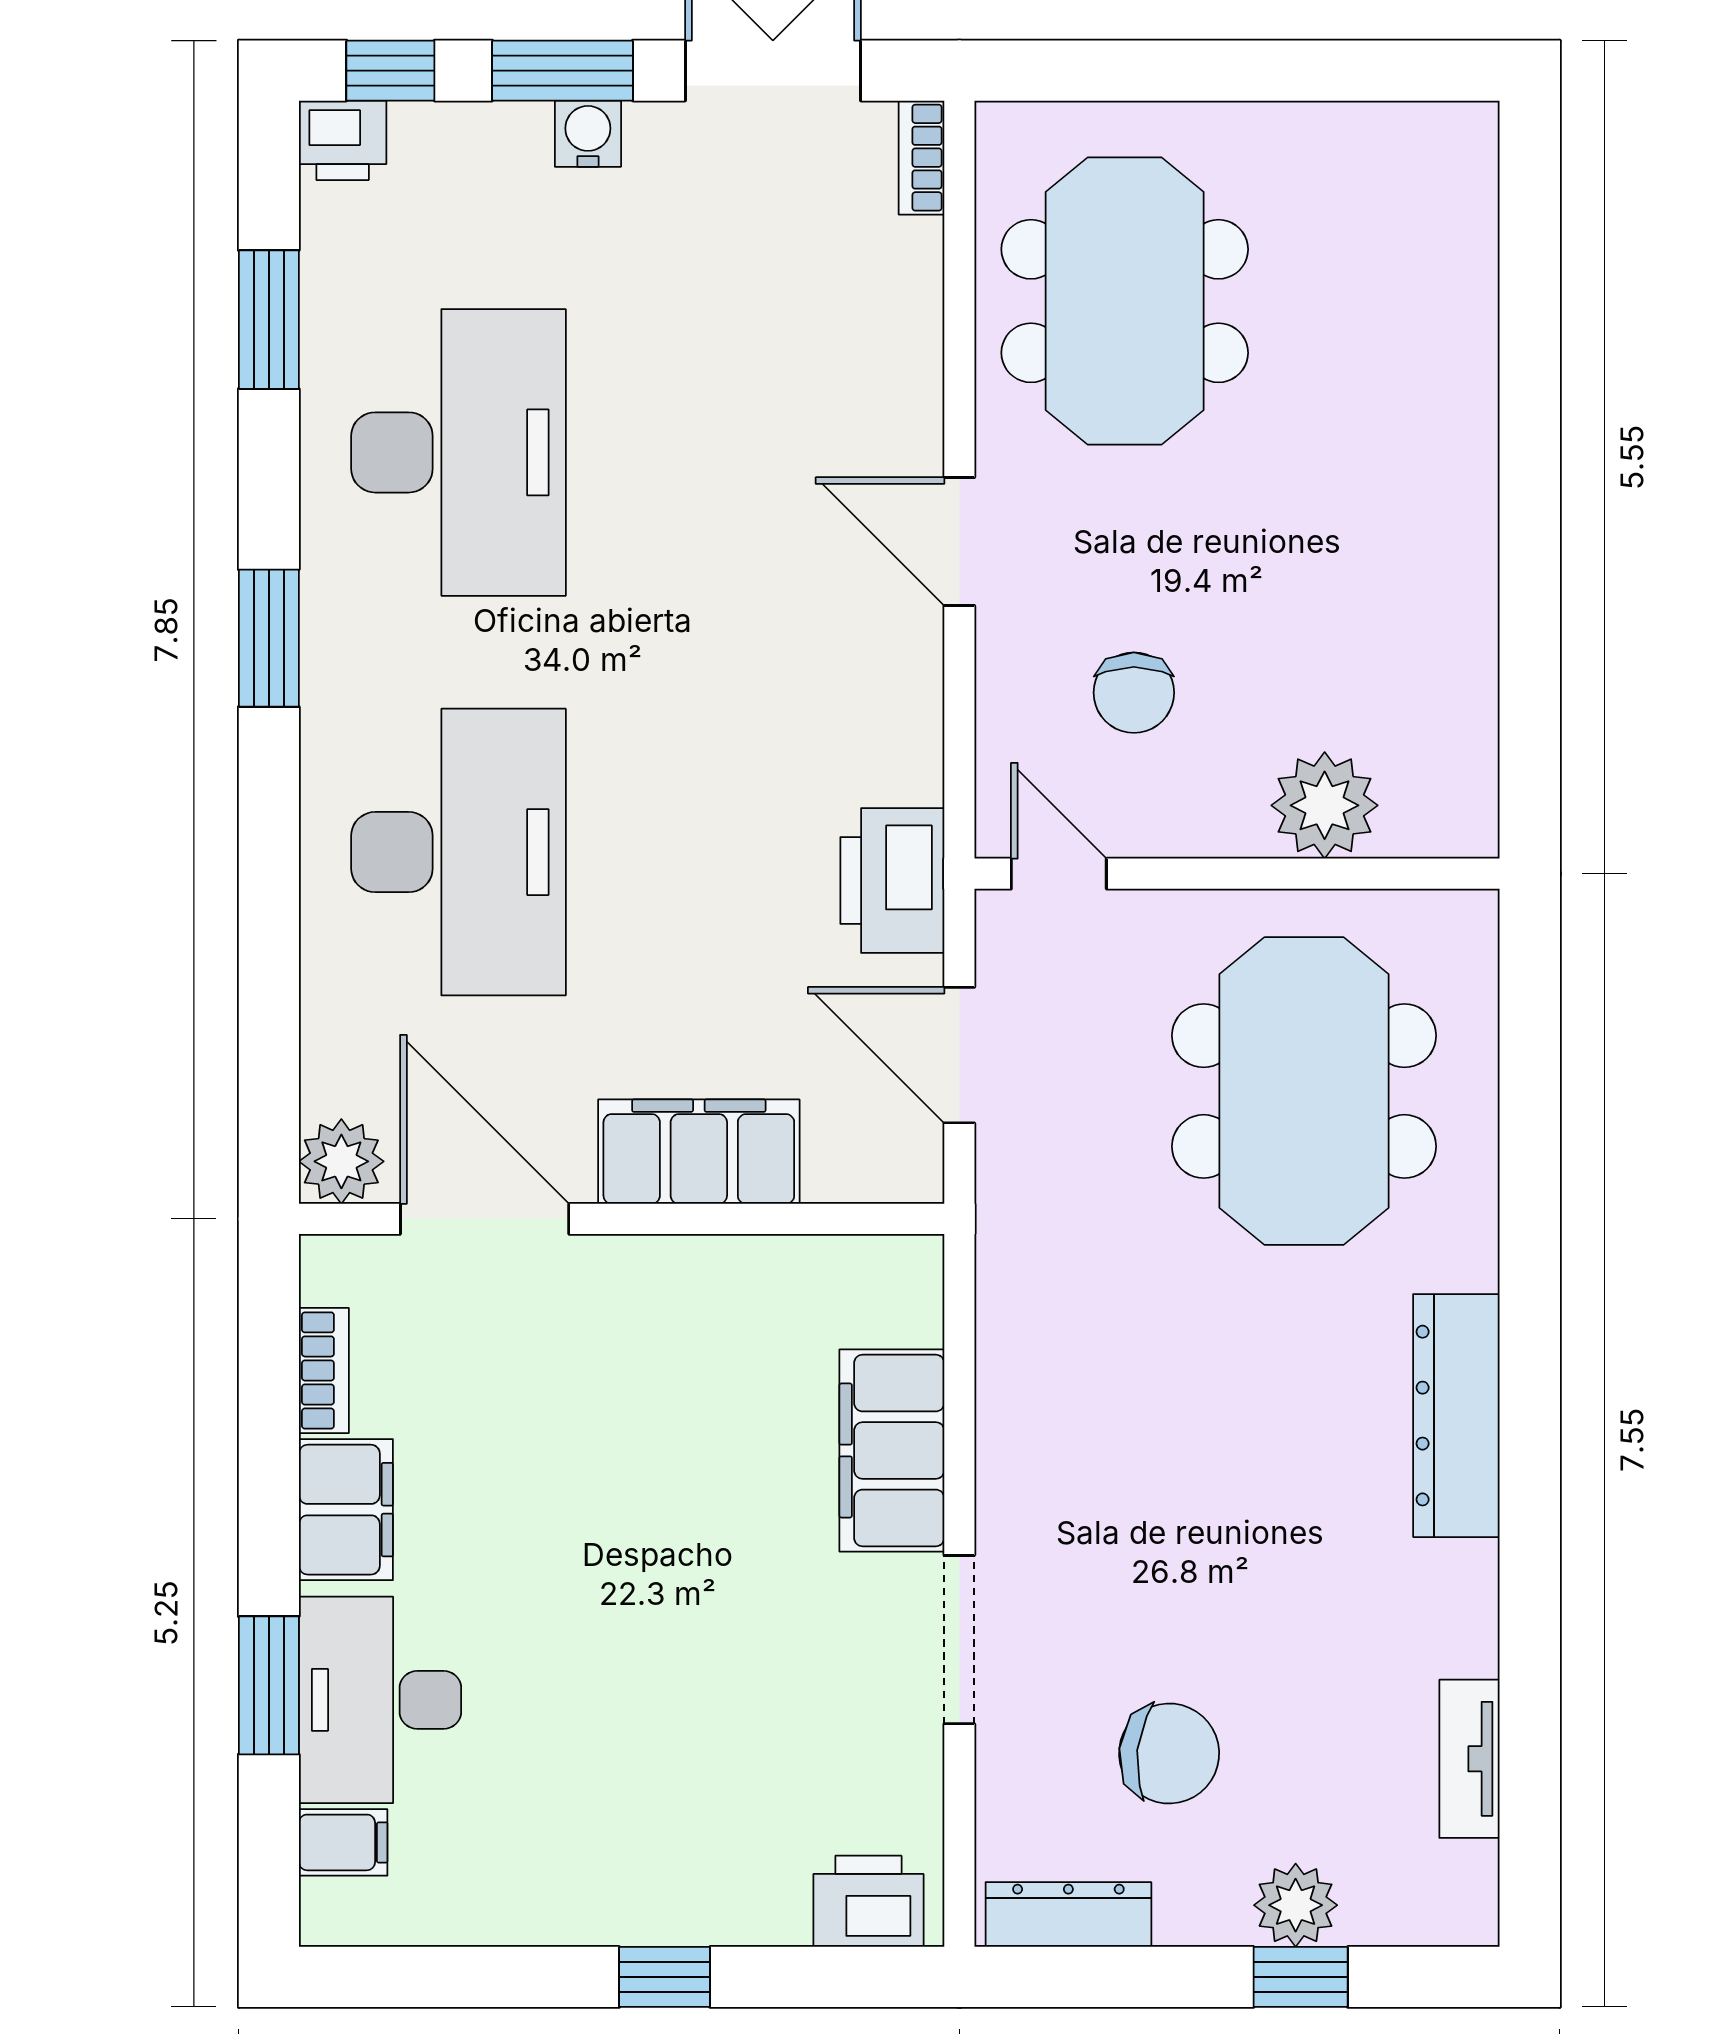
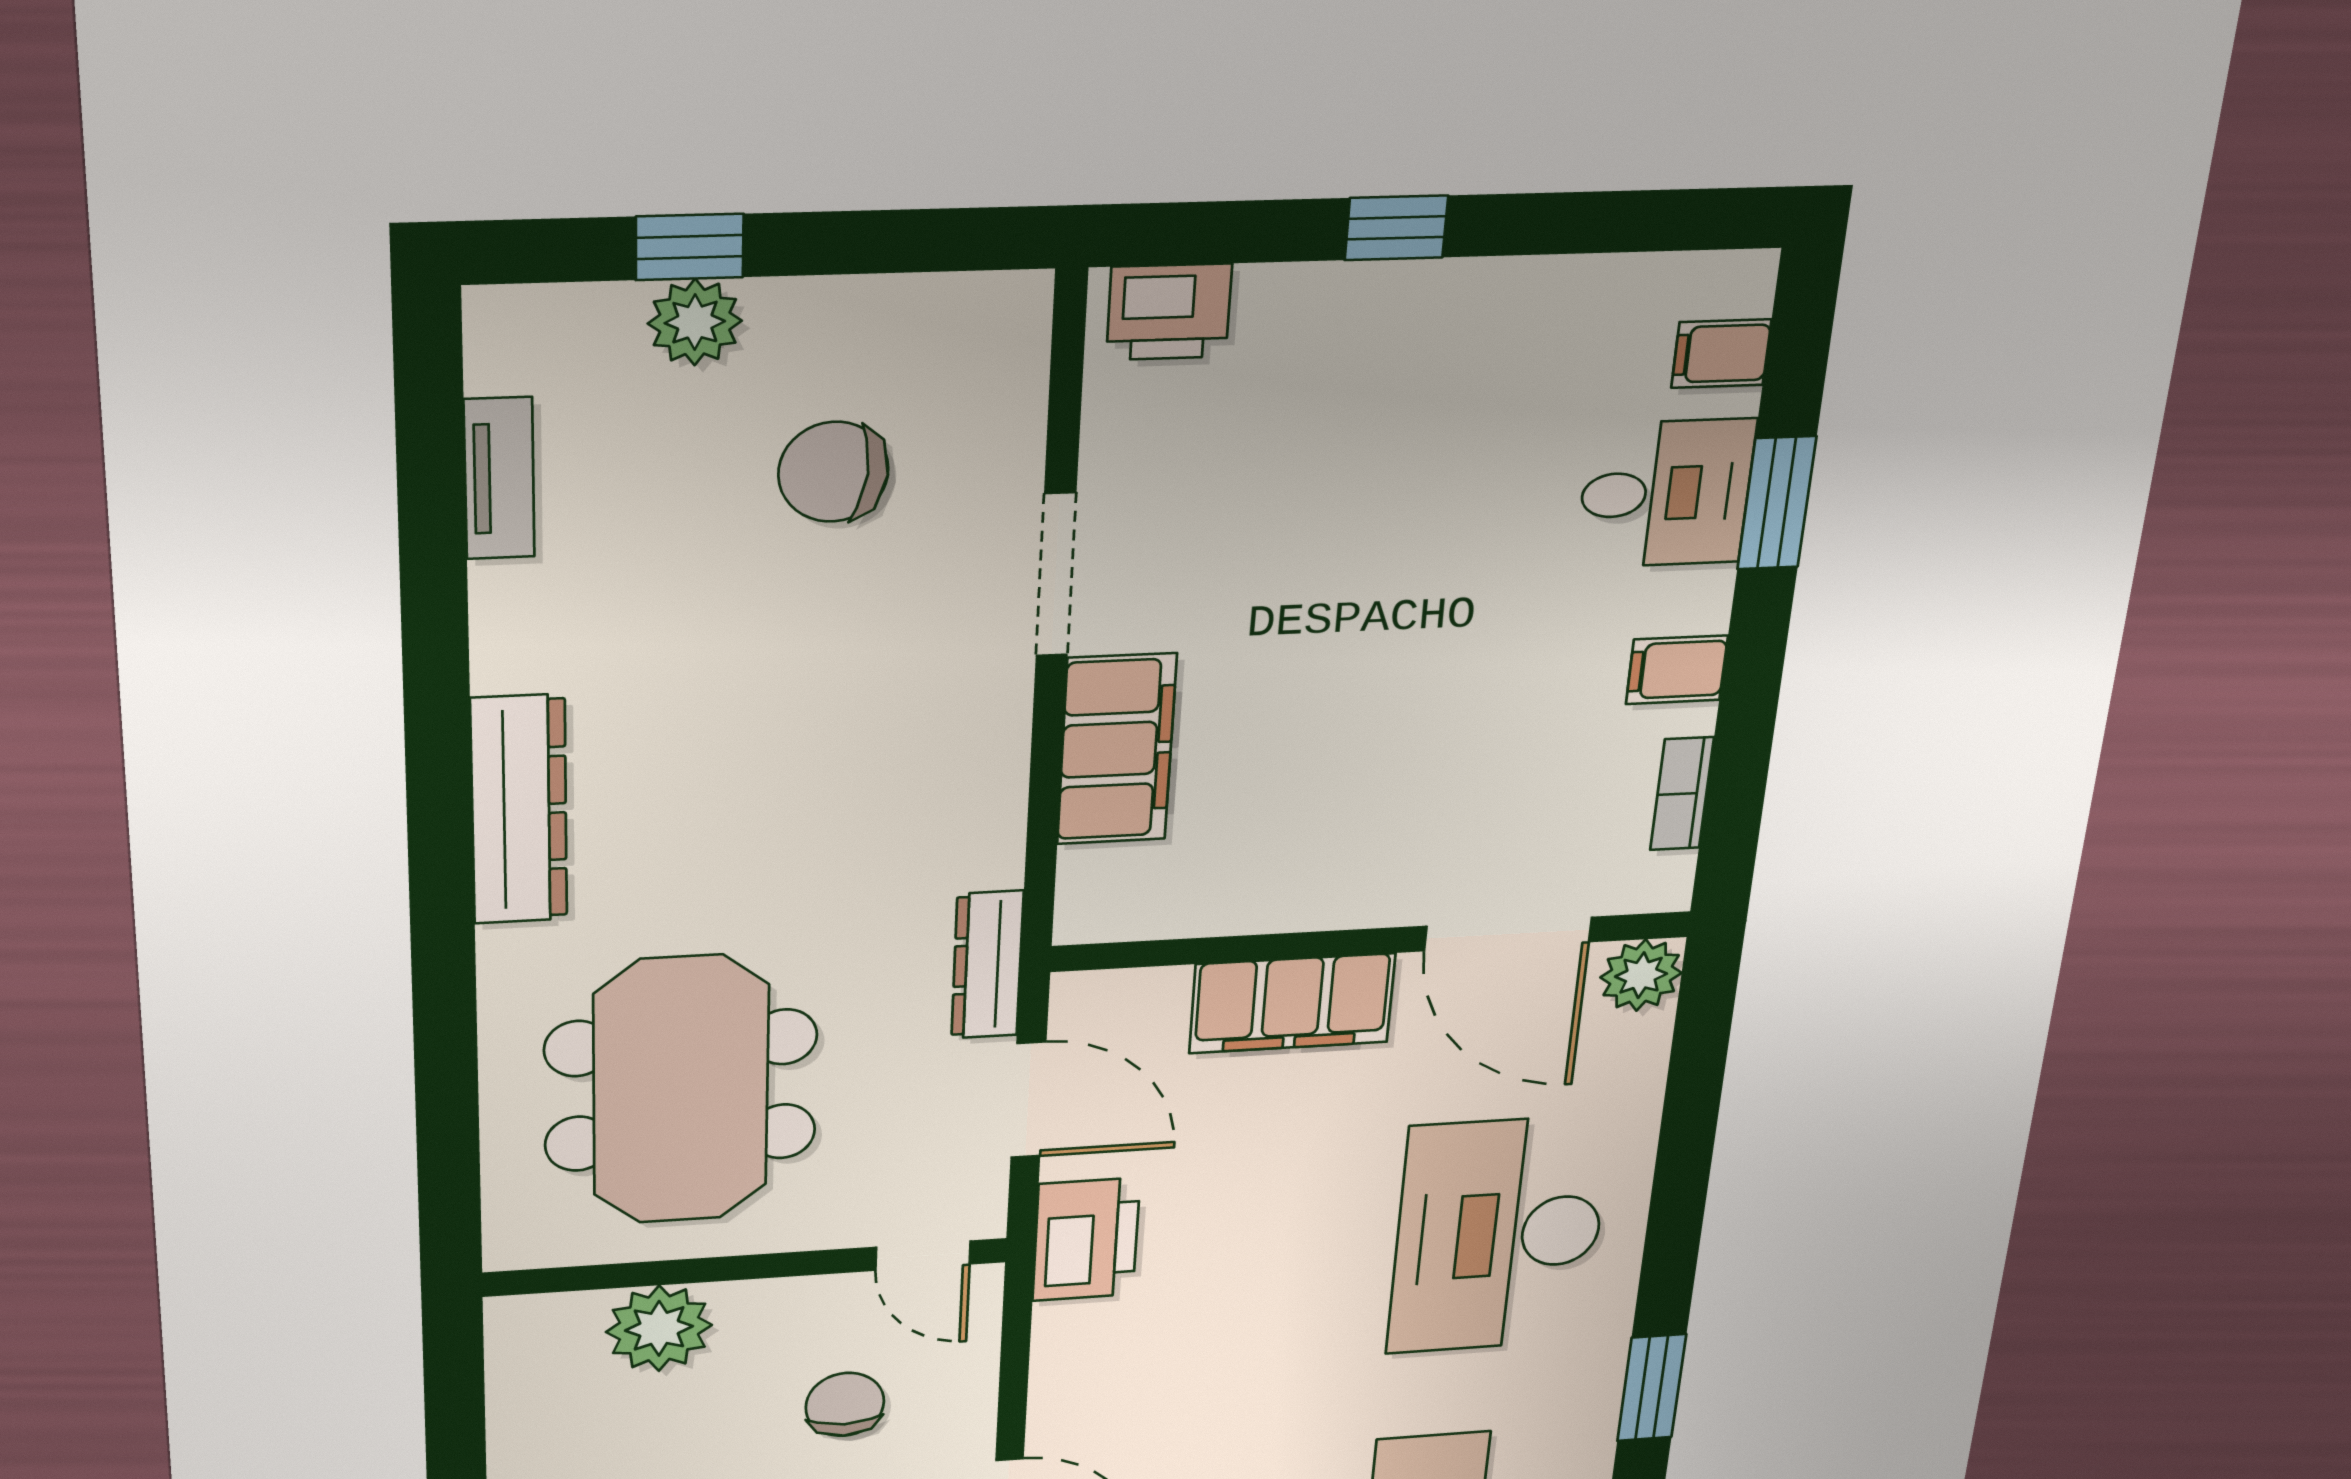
filing cabinet: (346, 1510) -> (1677, 670), width x0.50
desk: (380, 1700) -> (1665, 493), width x0.73
dresser: (1068, 1914) -> (987, 965), moved, turned 90

